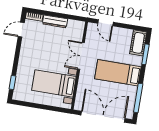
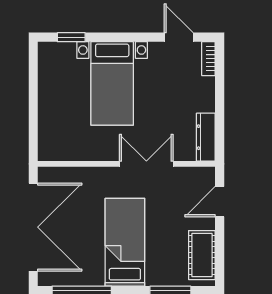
dresser: (55, 21) -> (206, 137), moved
cot: (138, 43) -> (202, 255), moved, turned 90
bed with nightstands: (54, 83) -> (112, 83), moved, turned 180

